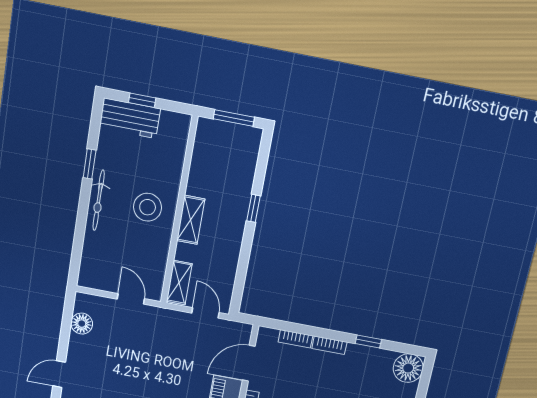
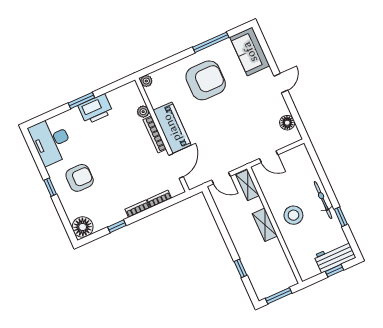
window: (253, 208) -> (240, 268), moved

